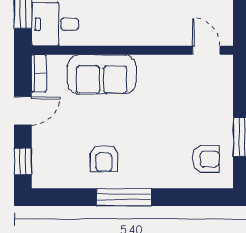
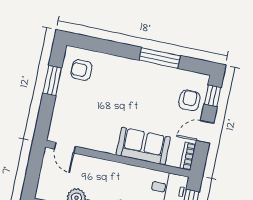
armchair: (104, 158) -> (189, 100), moved
window: (124, 197) -> (160, 58), moved

